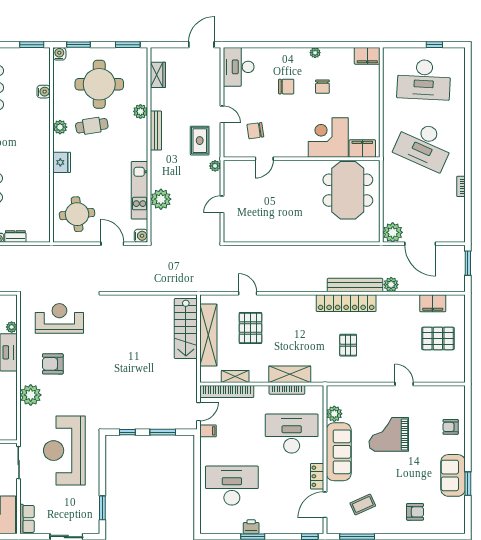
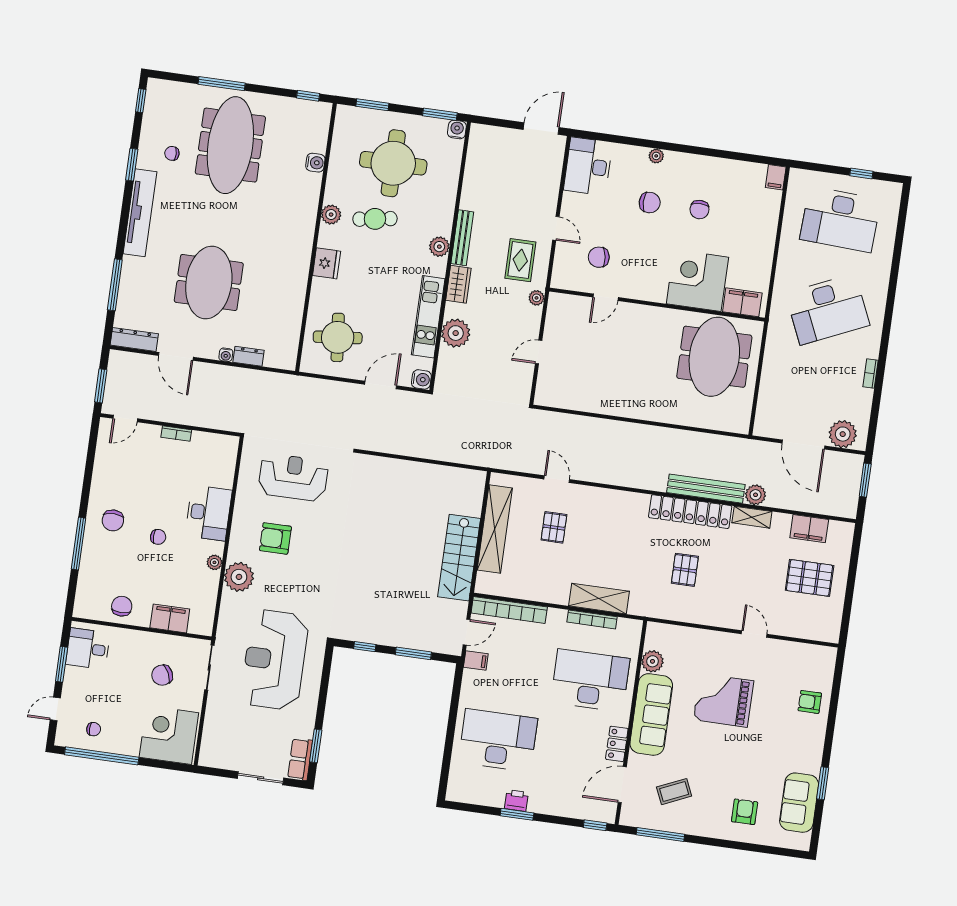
window: (32, 45) -> (308, 96), width x0.67
plant: (315, 53) -> (656, 156), moved
water cooler: (59, 54) -> (457, 129), moved
filing cabinet: (367, 56) -> (776, 177), width x0.50
wardrobe: (158, 75) -> (458, 284), moved
plant: (140, 111) -> (439, 247), moved
desk: (424, 145) -> (828, 309), turned -48
plant: (393, 232) -> (843, 434), moved
door: (112, 244) -> (381, 385), hinge flipped
plant: (12, 327) -> (214, 562), moved
pallet: (250, 328) -> (554, 527), width x0.67, depth x0.71
stairs: (186, 329) -> (459, 558), moved
shelving: (235, 376) -> (752, 517), moved
sofa: (453, 475) -> (799, 803), moved
armchair: (415, 512) -> (745, 812), turned -90
row of seats: (27, 519) -> (300, 759), moved, turned 180

